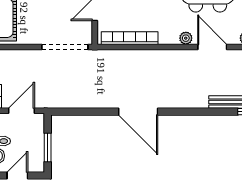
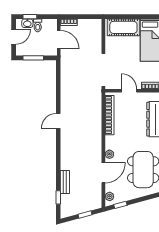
door: (138, 112) -> (58, 121), width x0.53
door: (17, 175) -> (14, 37), hinge flipped

